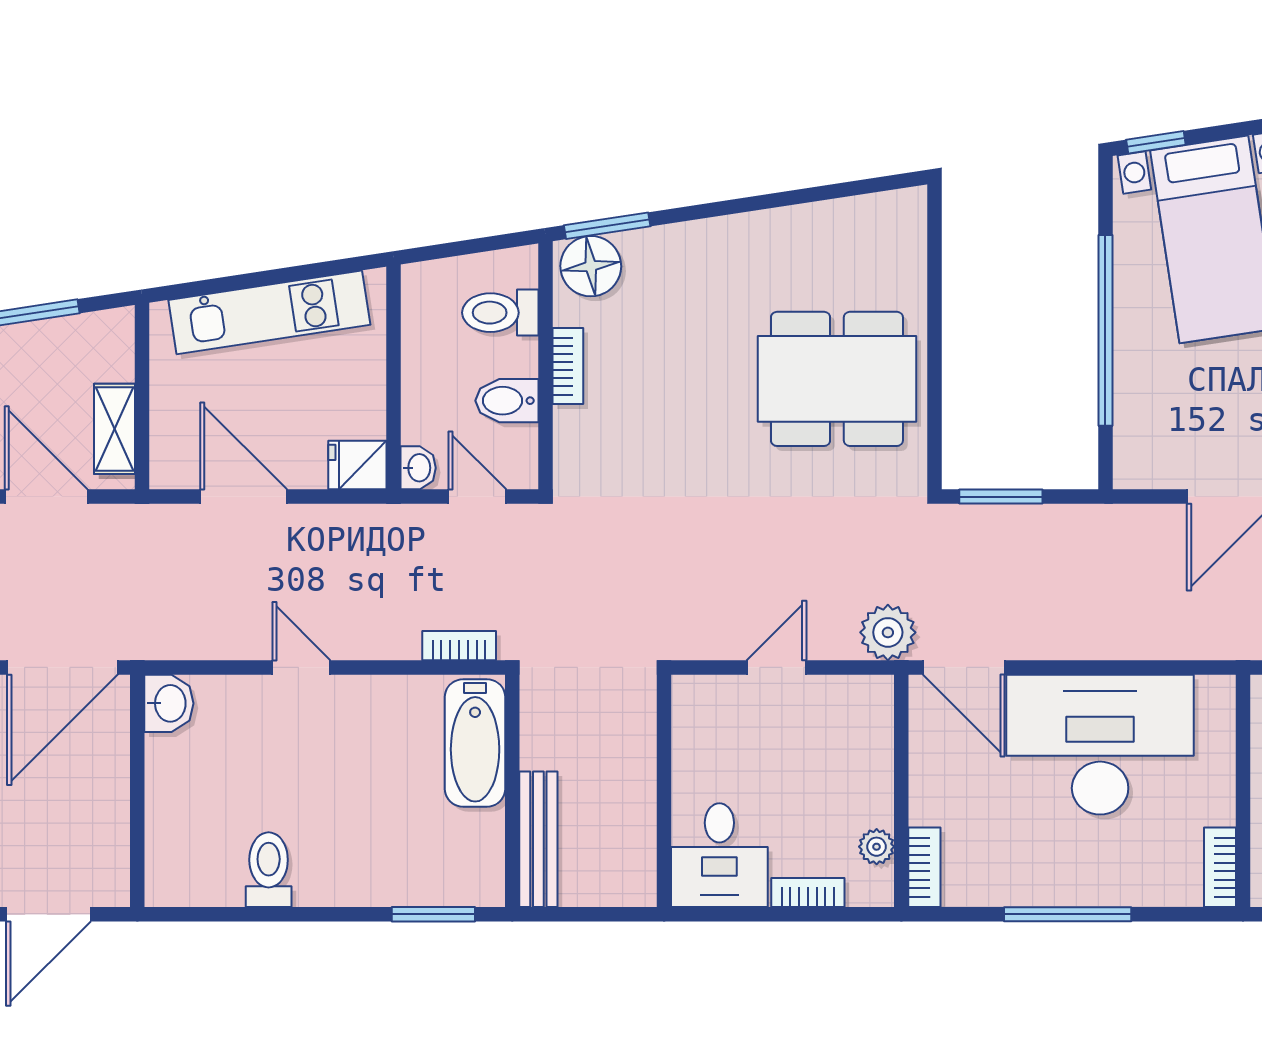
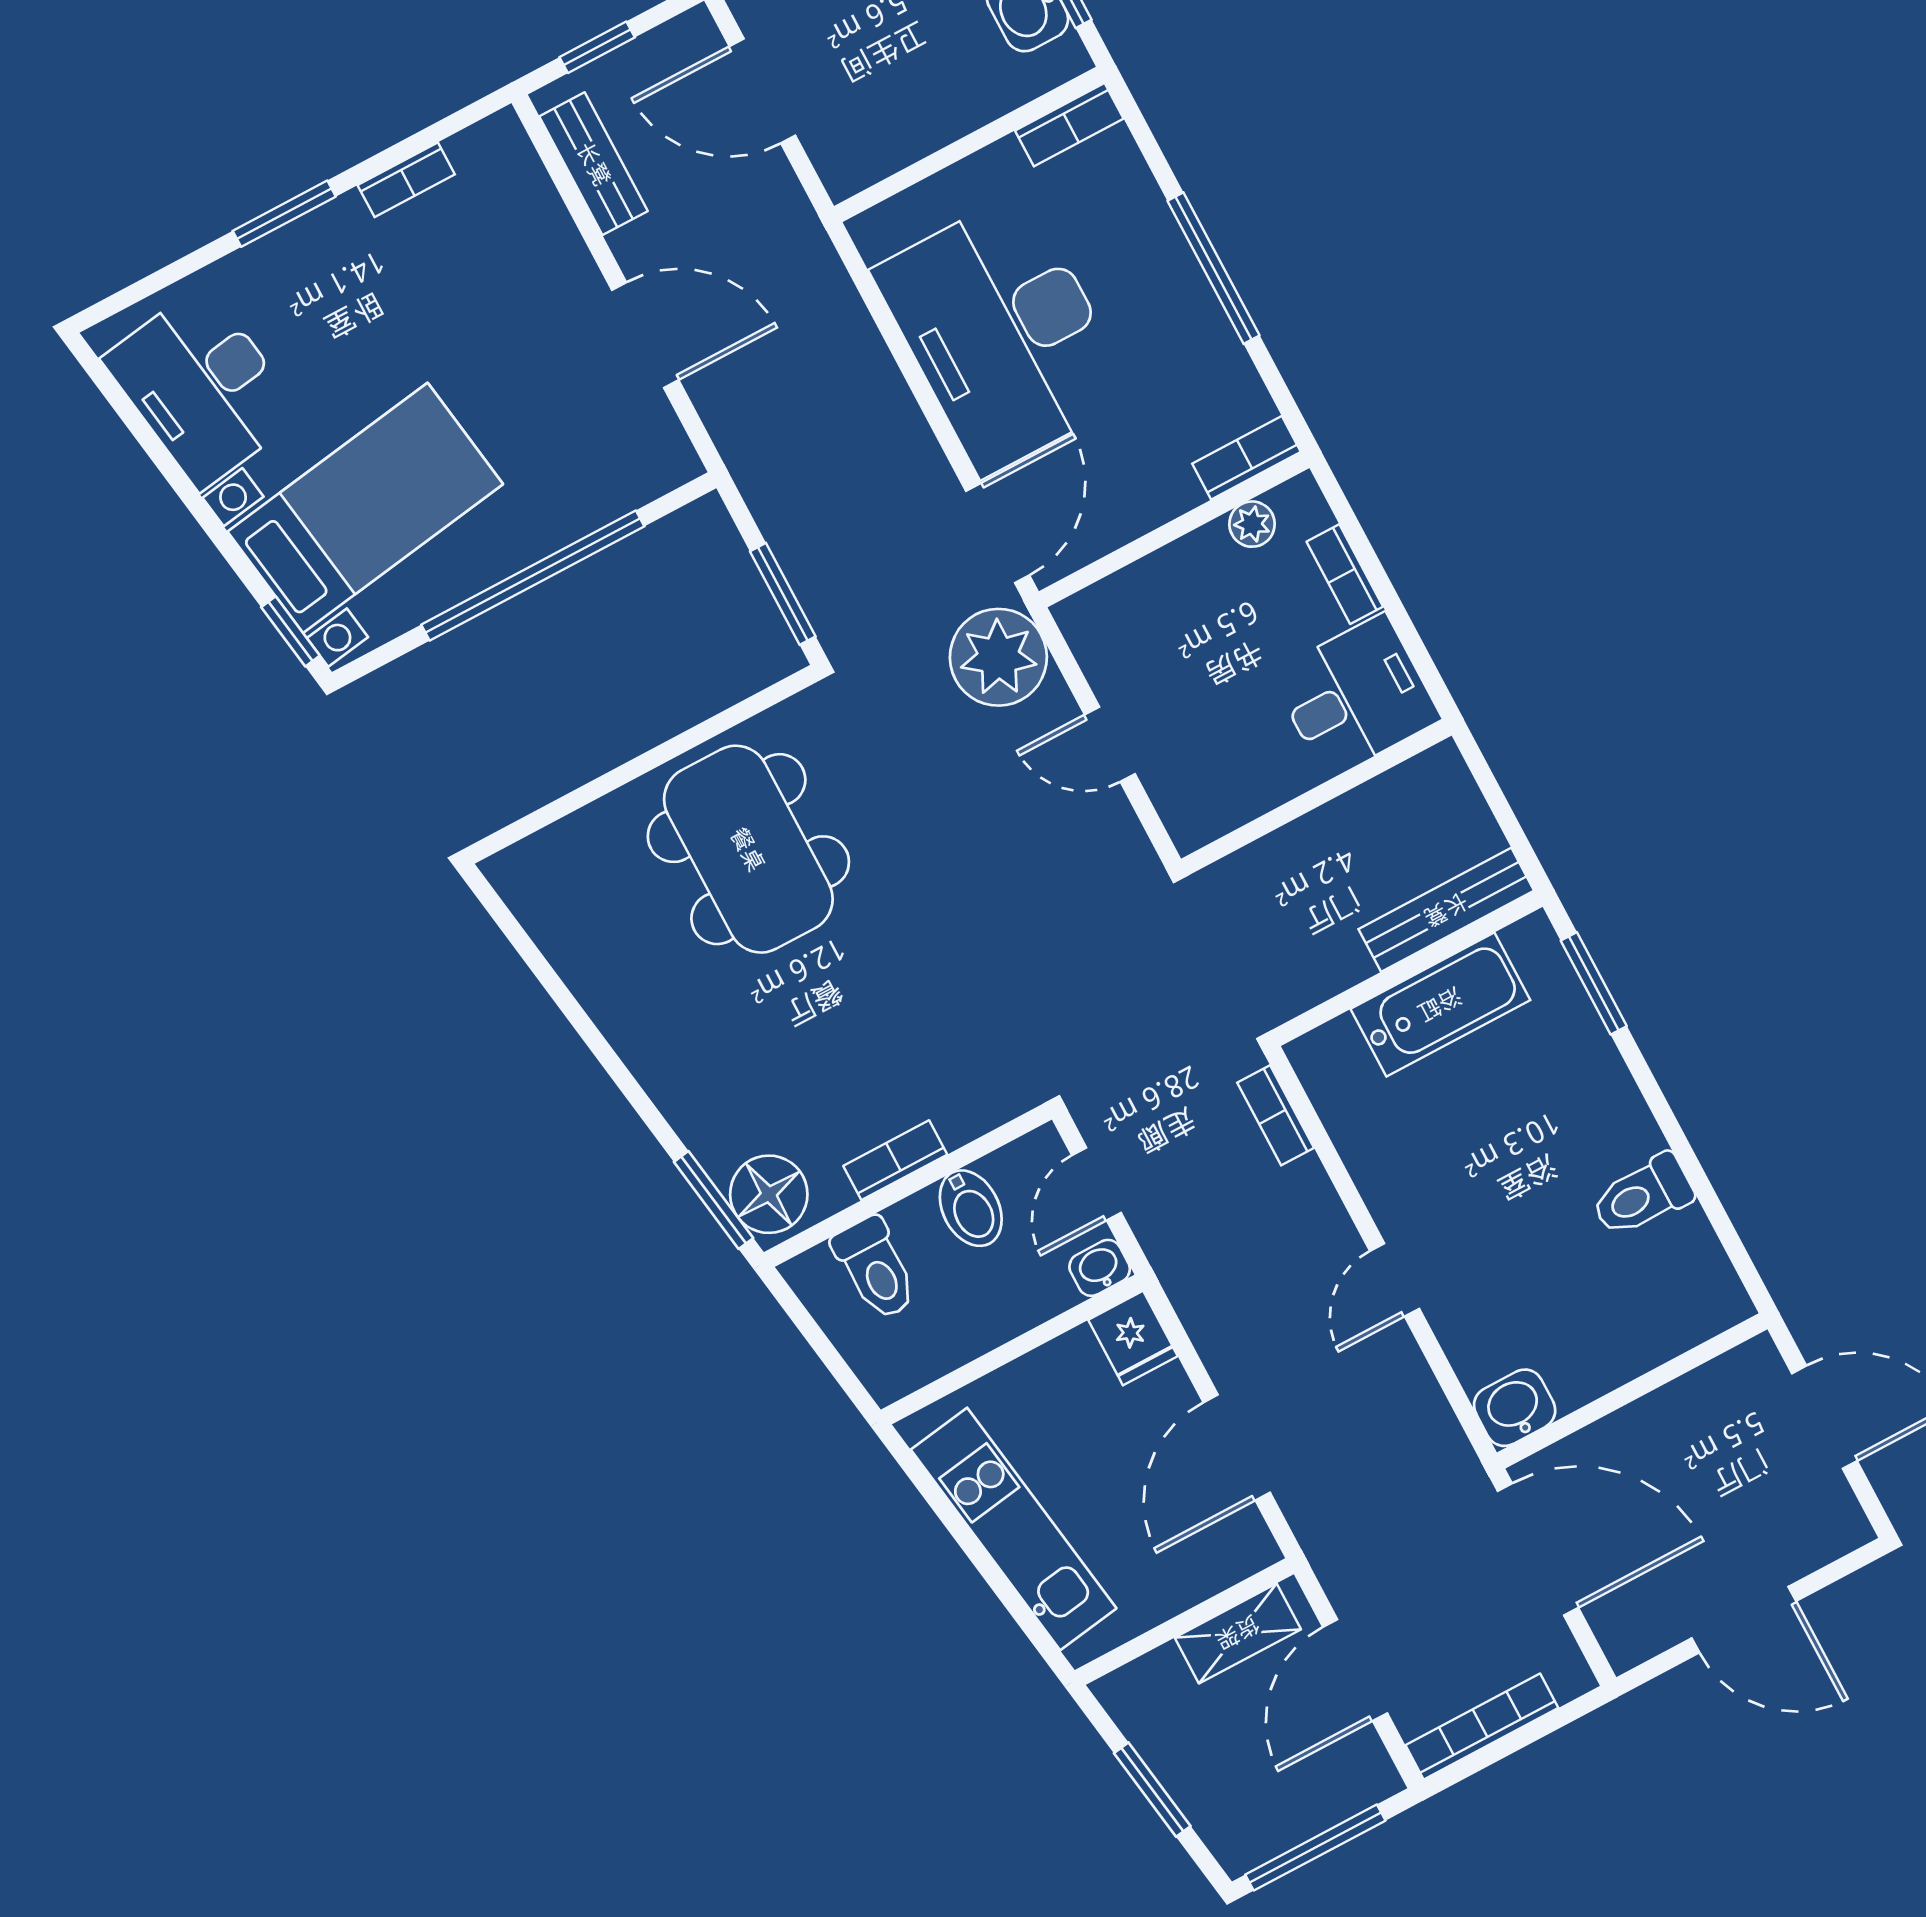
plant: (888, 632) -> (998, 657), width x1.36, depth x1.36
bathtub: (475, 743) -> (1440, 1005), moved

